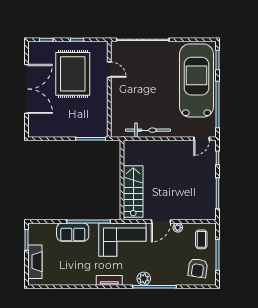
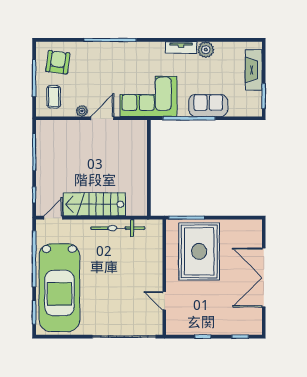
rug: (73, 74) -> (199, 251), moved
stairs: (133, 191) -> (94, 204), moved, turned 90
plant: (144, 279) -> (206, 50), moved
tv unit: (109, 280) -> (181, 48), moved

